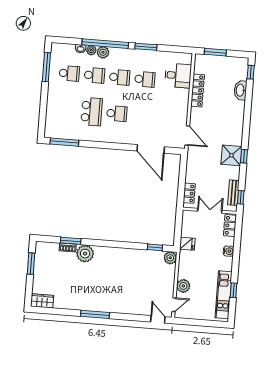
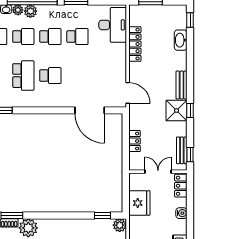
desk: (178, 75) -> (113, 25), width x1.37
bench: (238, 132) -> (182, 85), added
locker: (189, 193) -> (135, 141), moved
fridge: (187, 244) -> (139, 203), width x1.88, depth x1.34

